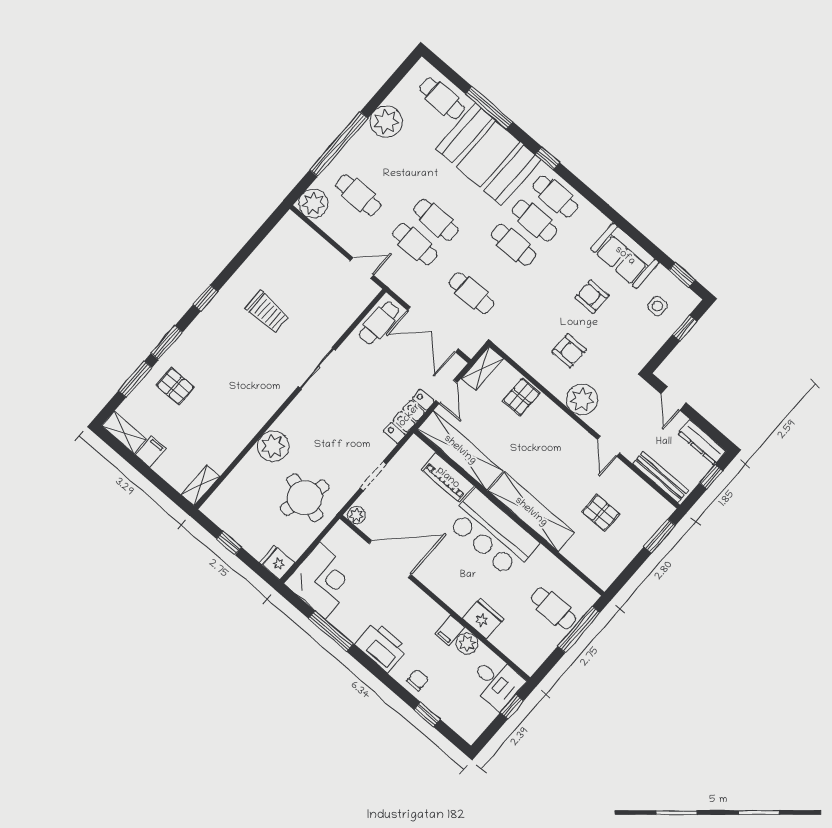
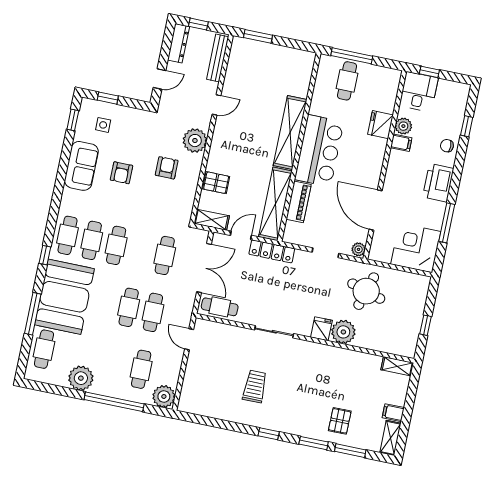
pallet: (601, 513) -> (264, 85), removed
fridge: (277, 563) -> (321, 329), moved, turned 180

